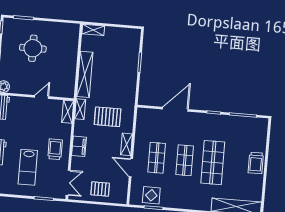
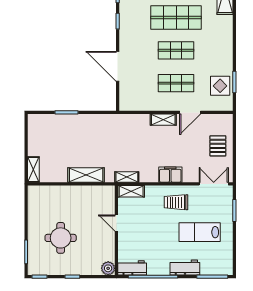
shelving: (85, 74) -> (86, 175), width x0.68
pallet: (108, 117) -> (133, 144), removed
lab bench: (28, 167) -> (200, 232), turned 180

